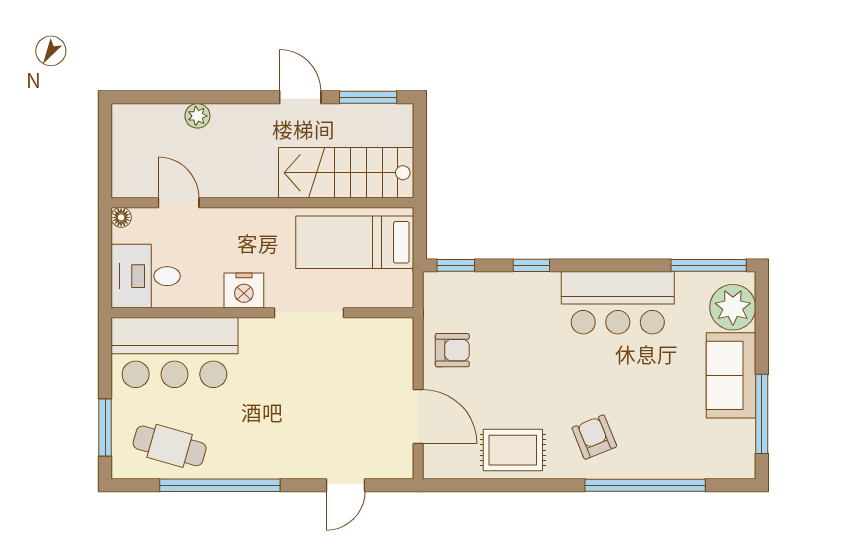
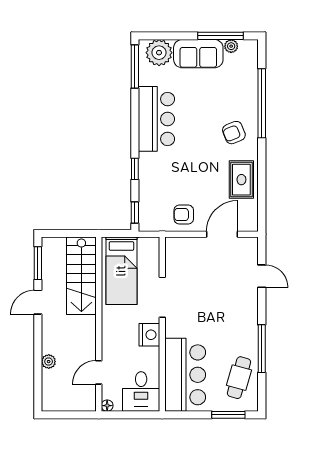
armchair: (452, 350) -> (184, 215), turned -90
plant: (744, 432) -> (231, 46), added
window: (220, 485) -> (262, 349), width x0.68

